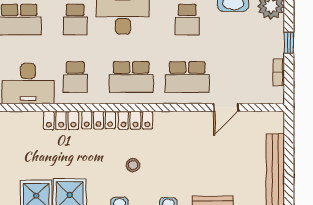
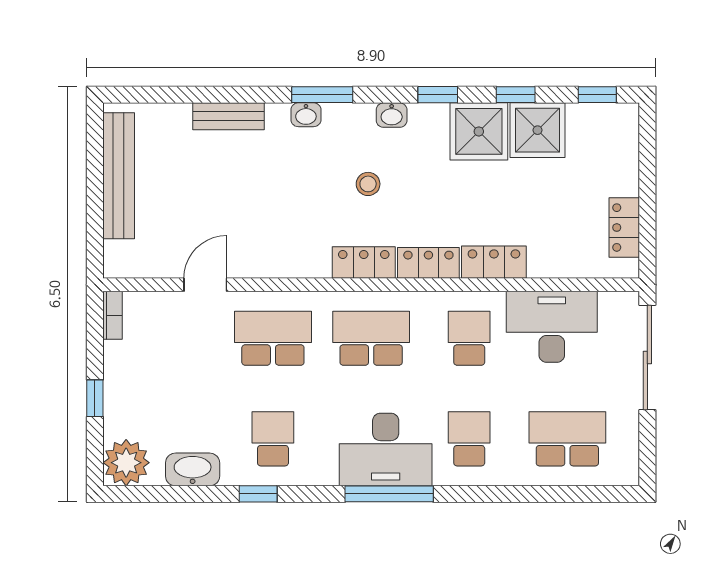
bookcase: (279, 72) -> (112, 315), moved

